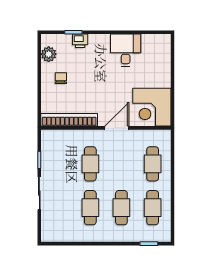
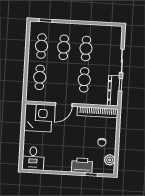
printer: (80, 41) -> (82, 165), width x1.87, depth x1.48
desk: (126, 50) -> (33, 158), moved
dresser: (49, 151) -> (114, 91), added

